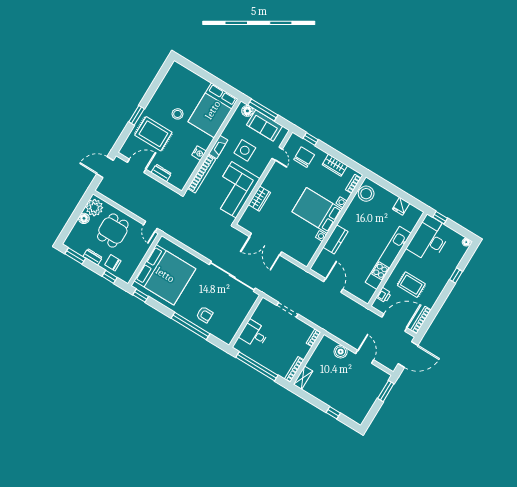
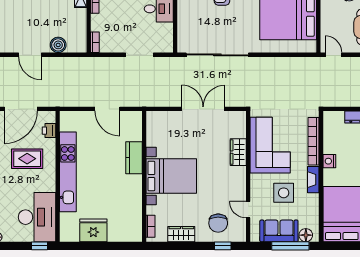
stool: (366, 194) -> (131, 224), removed
fridge: (401, 206) -> (93, 230), width x1.88, depth x1.34

